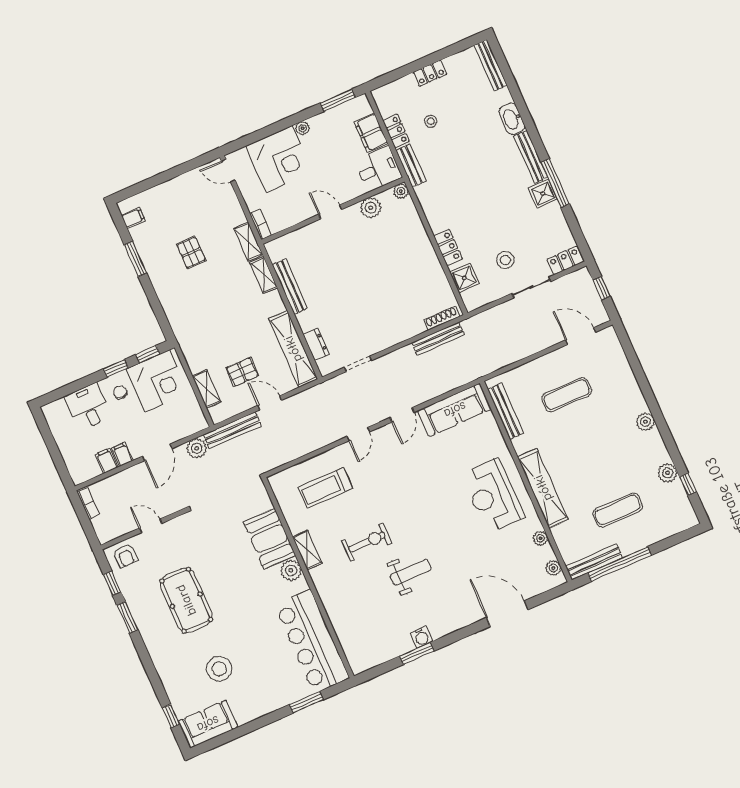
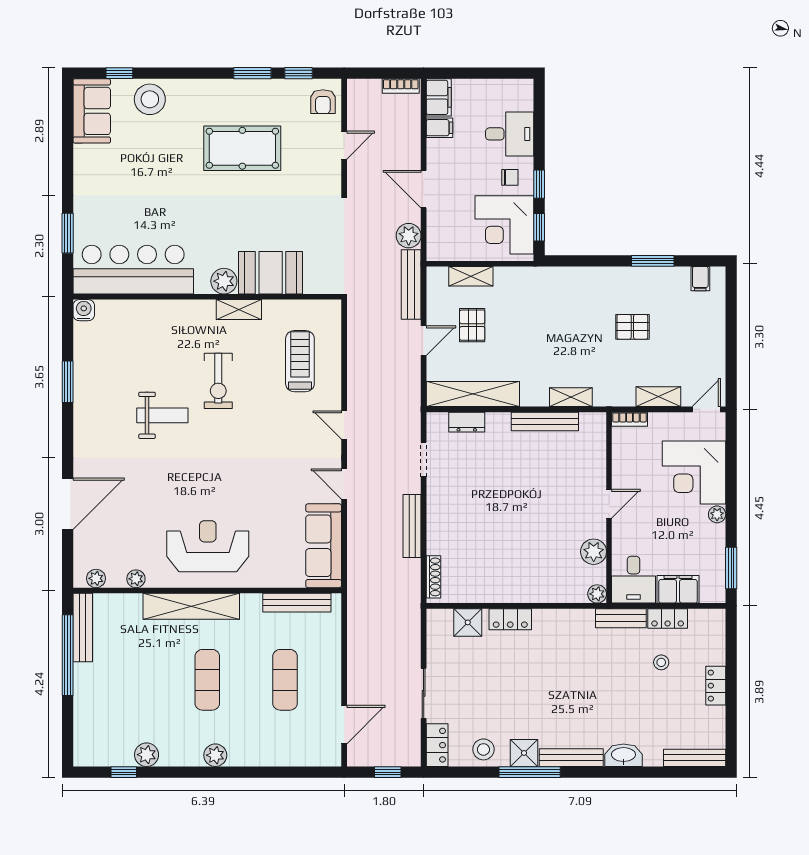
shelving: (248, 242) -> (658, 397), moved
stool: (505, 260) -> (483, 749), moved
bench: (438, 339) -> (412, 526), moved
filing cabinet: (122, 454) -> (439, 97), moved, width x2.00
exercise mat: (618, 510) -> (207, 680), moved
armchair: (125, 556) -> (323, 102), turned -90
weight bench: (411, 572) -> (162, 415), turned -90
water cooler: (421, 637) -> (84, 310), moved, turned 90
stool: (219, 669) -> (150, 99), moved

